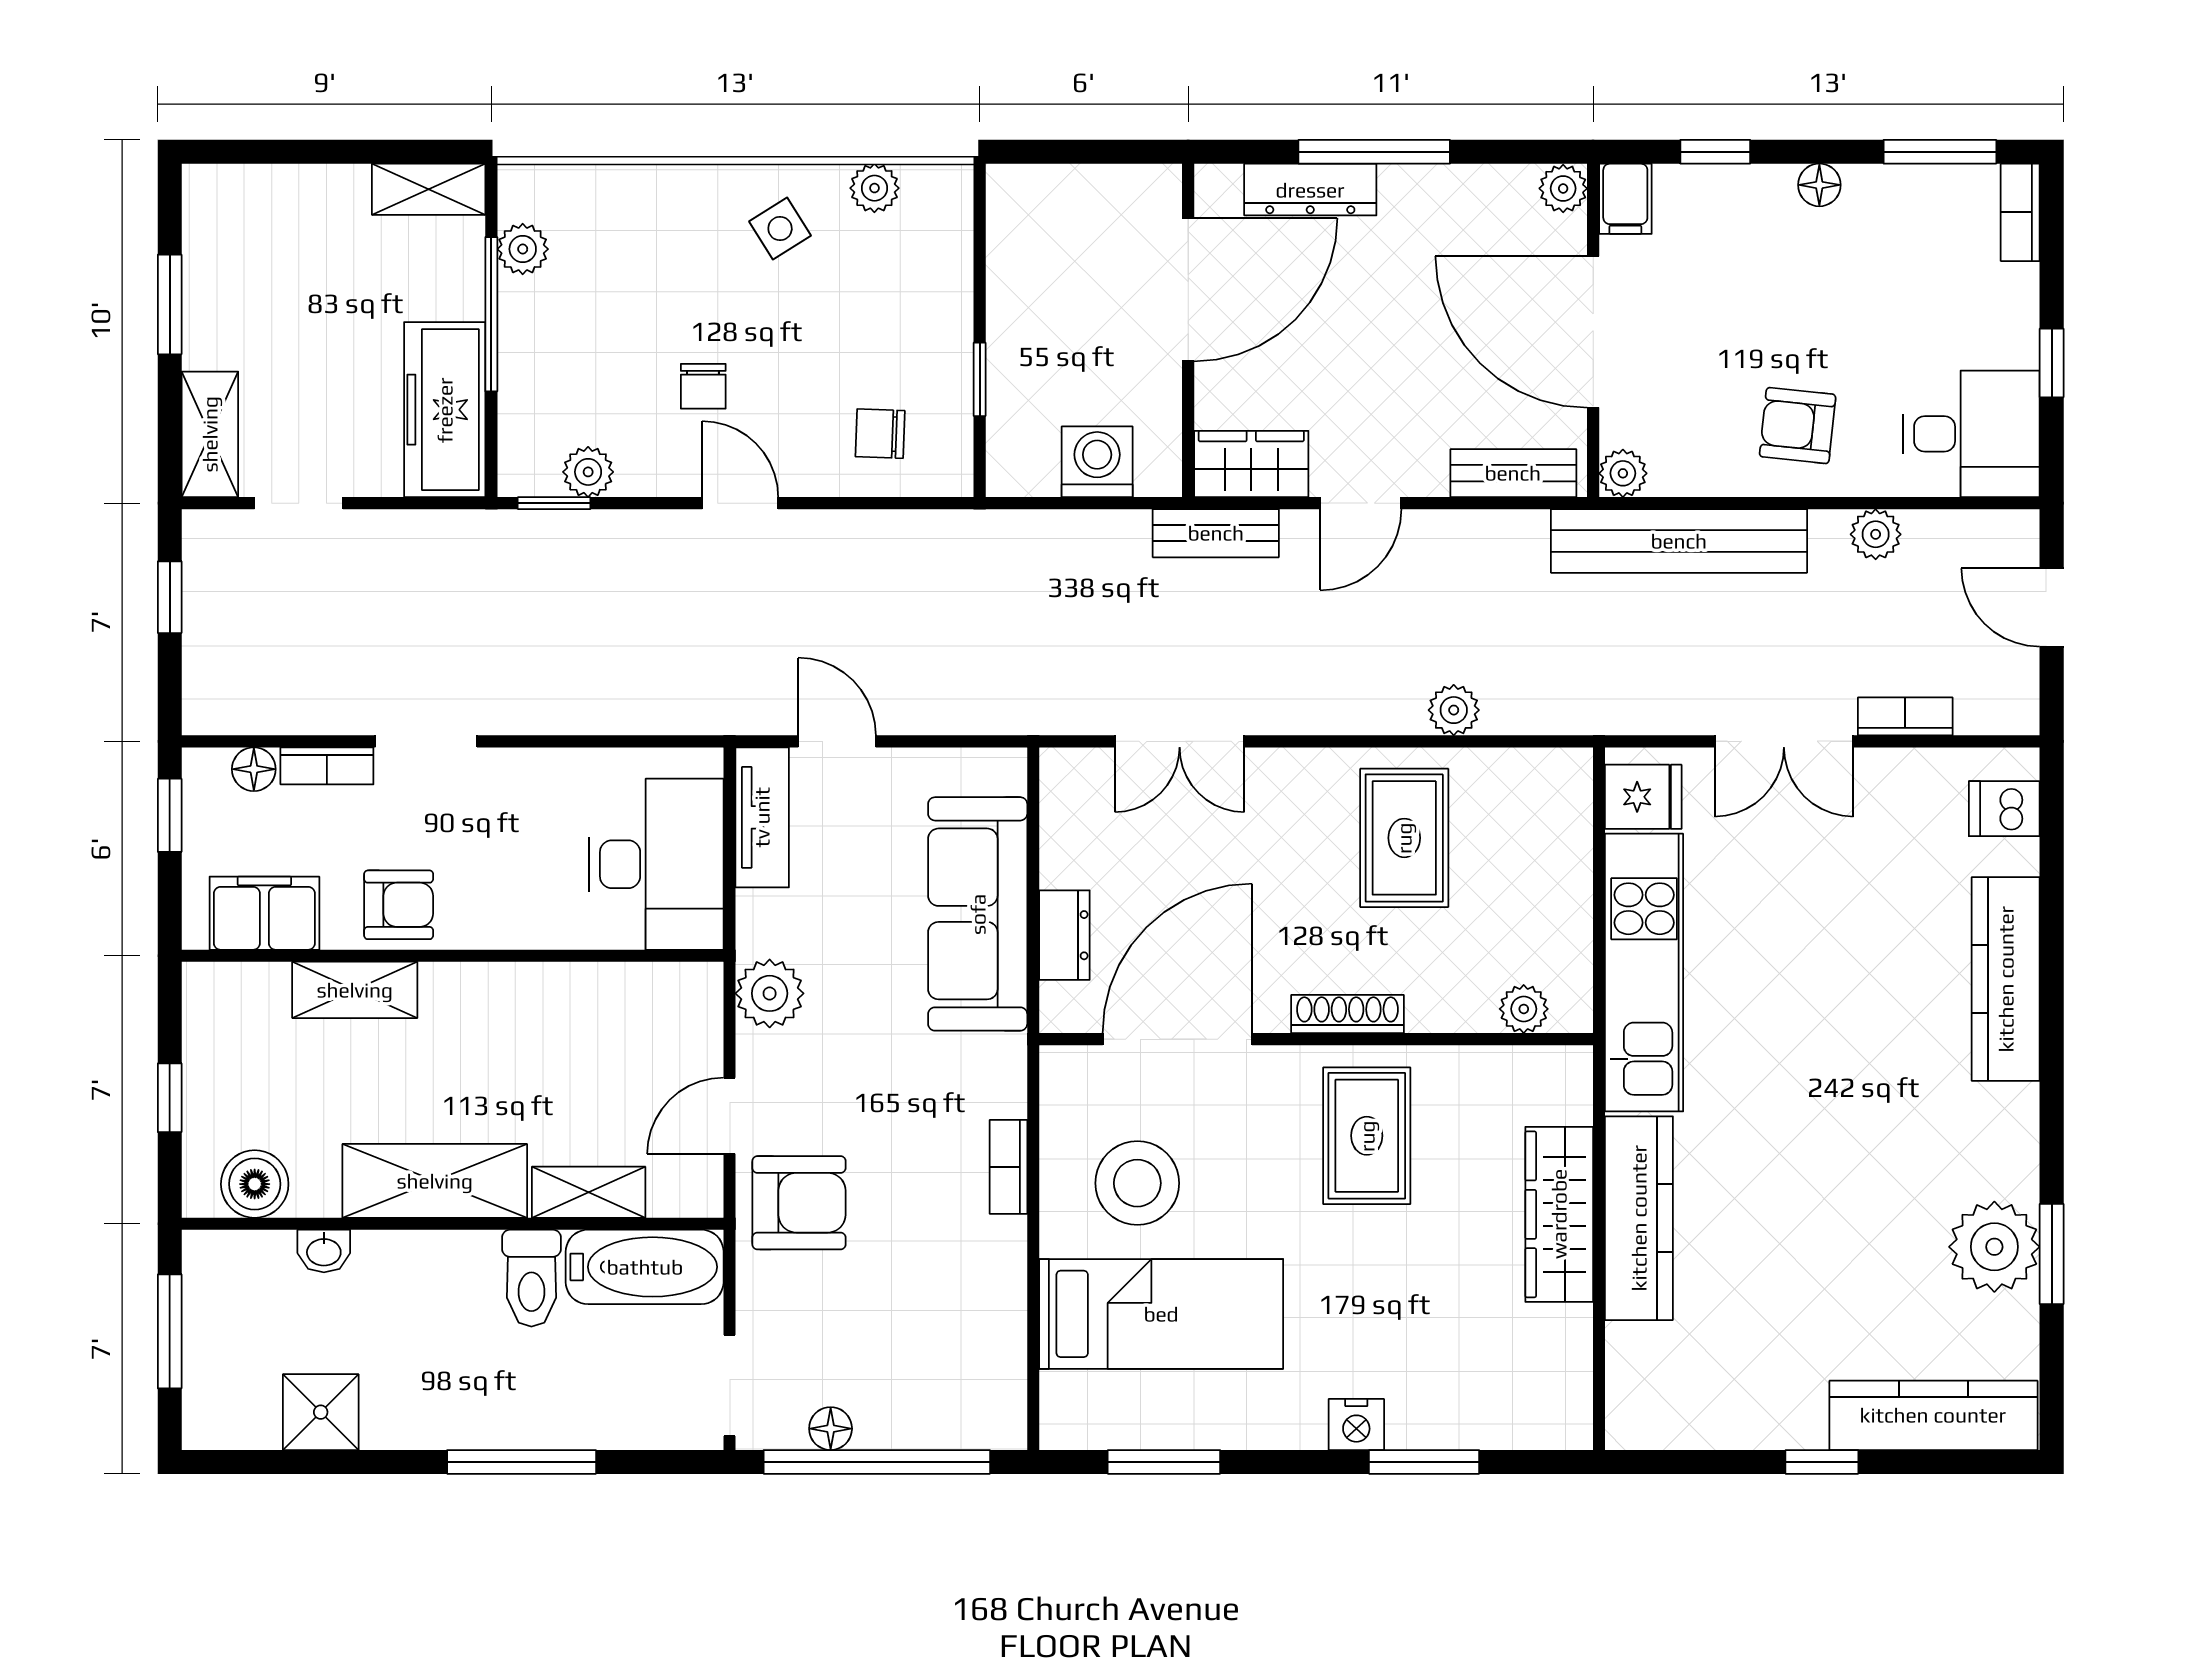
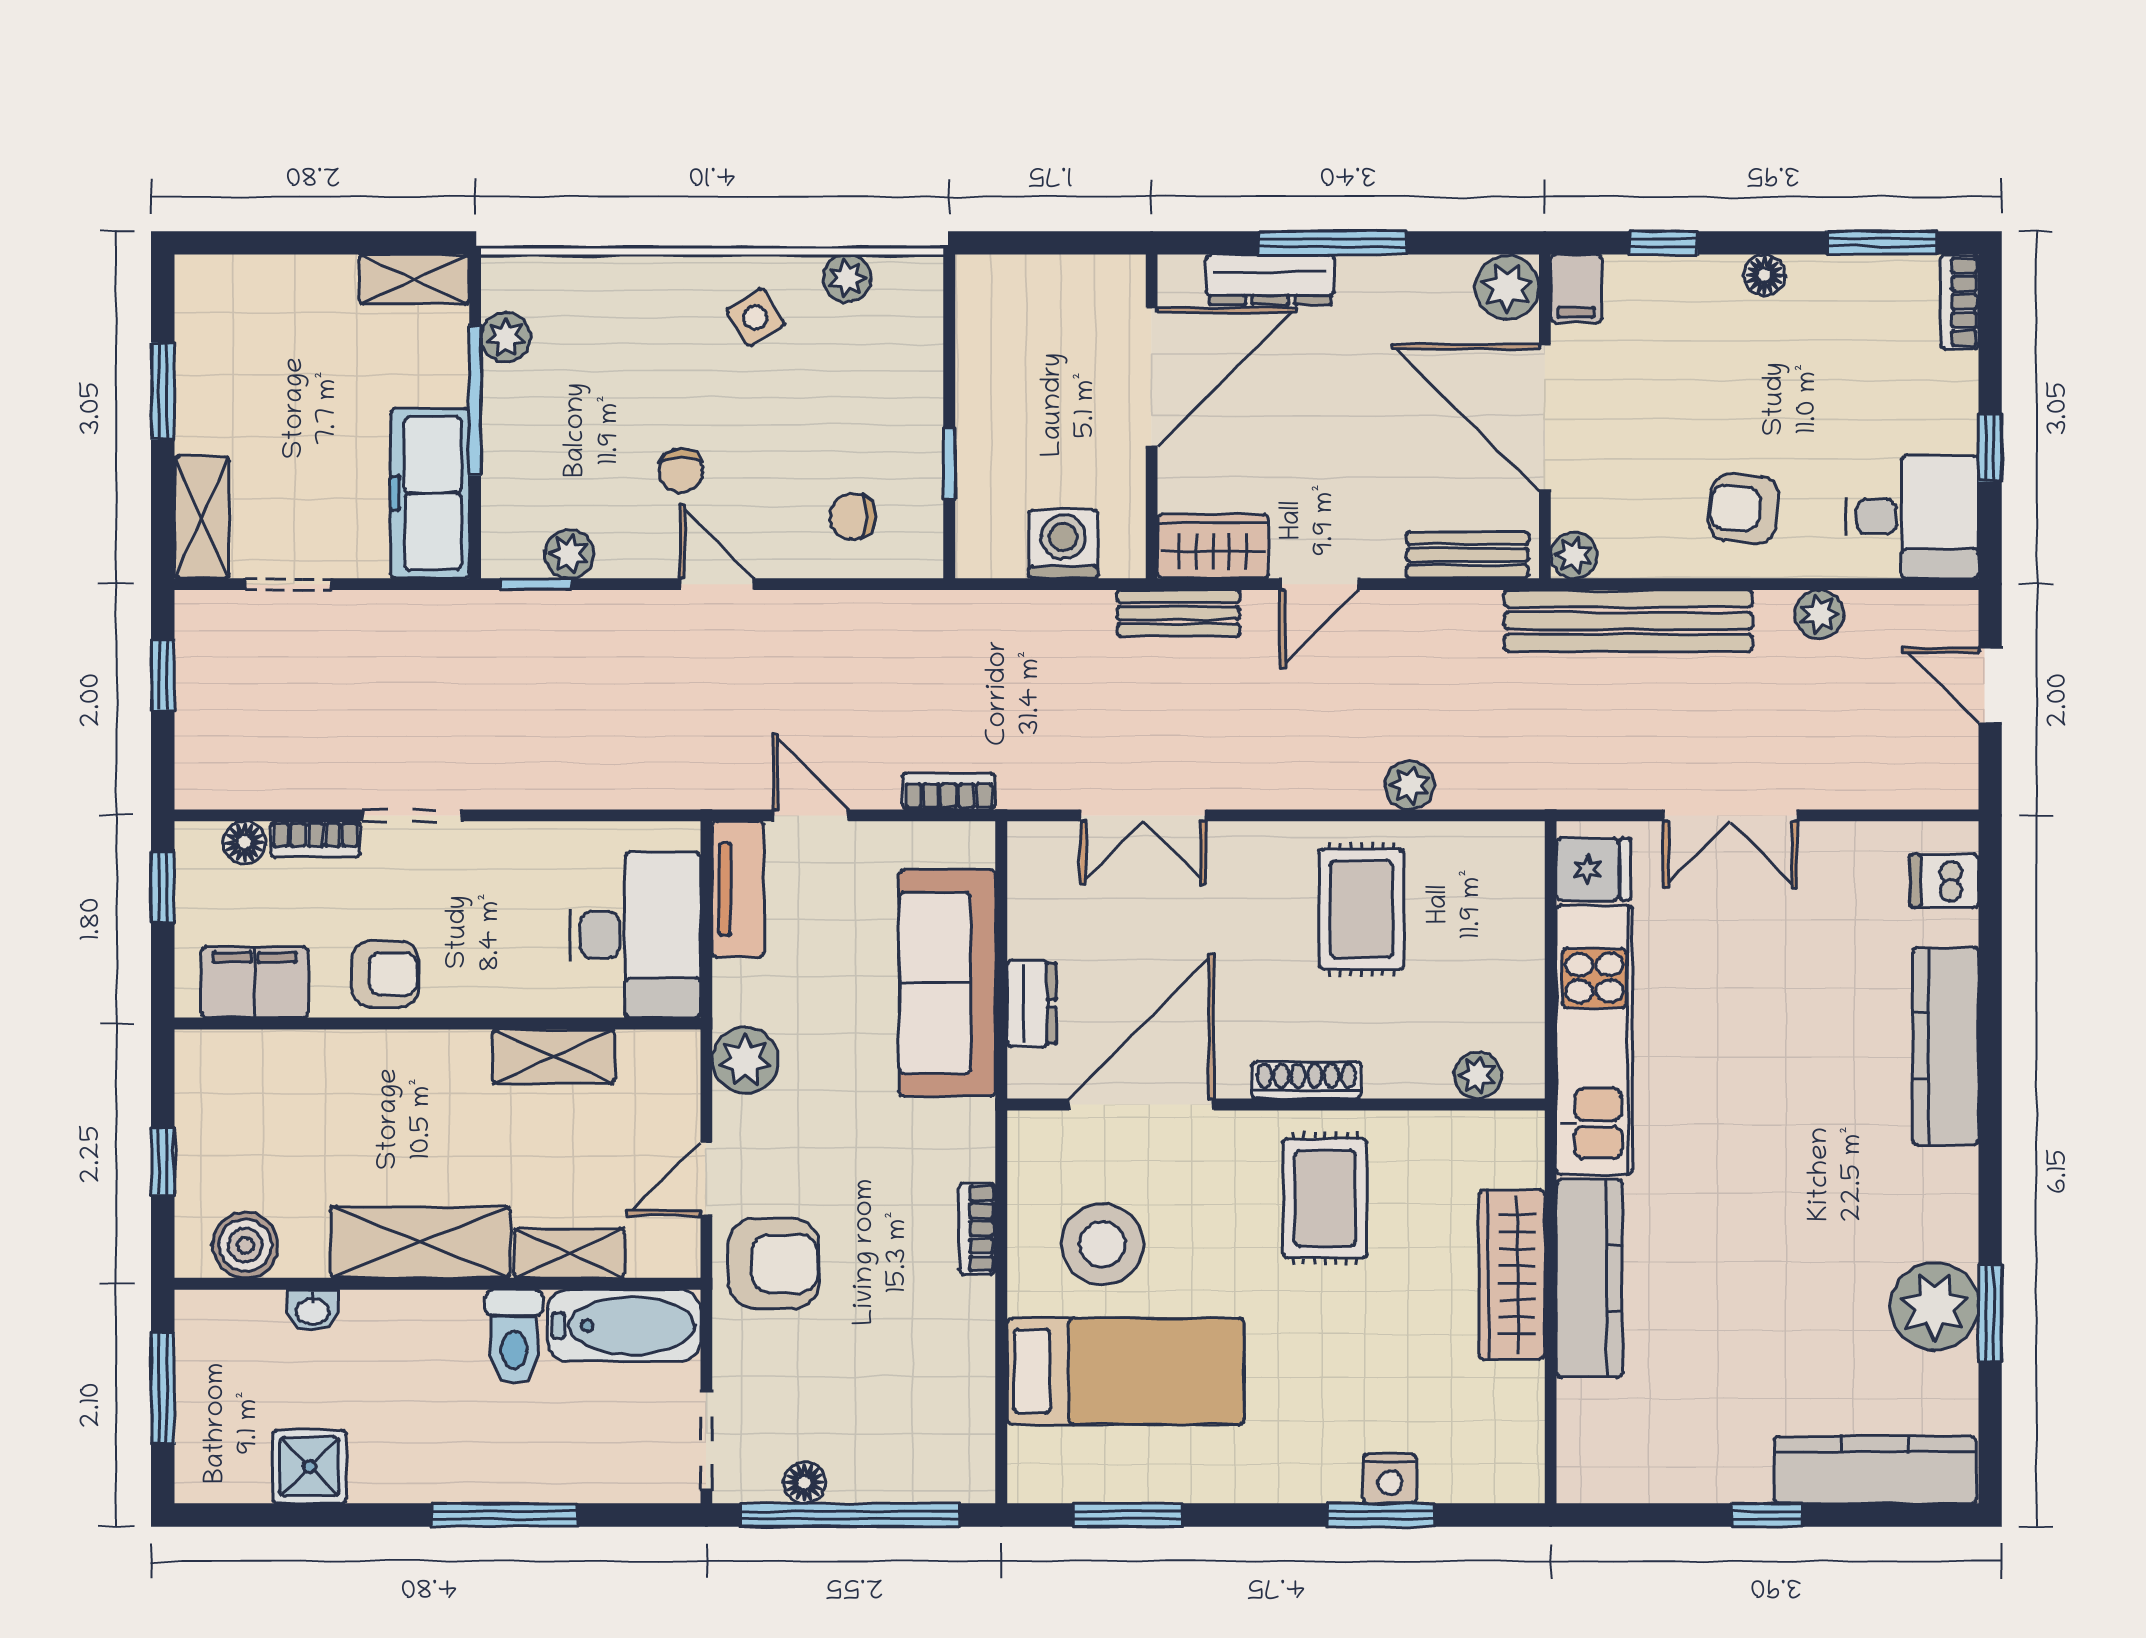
plant: (1563, 188) -> (1507, 287), width x1.38, depth x1.38
bookcase: (1905, 716) -> (949, 791), moved
shelving: (355, 990) -> (553, 1057), moved
nightstand: (1356, 1424) -> (1390, 1479), moved

